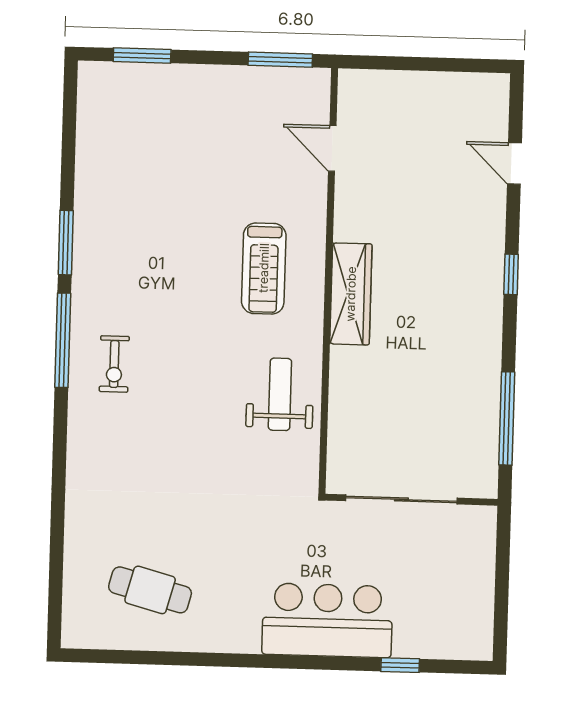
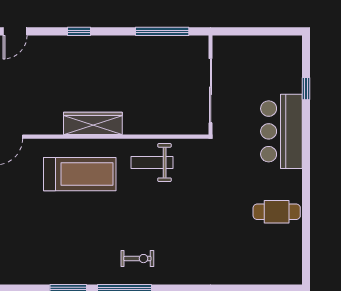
treadmill: (264, 268) -> (80, 174), width x1.37, depth x1.38
cafe table: (150, 590) -> (277, 212), moved, turned 75

